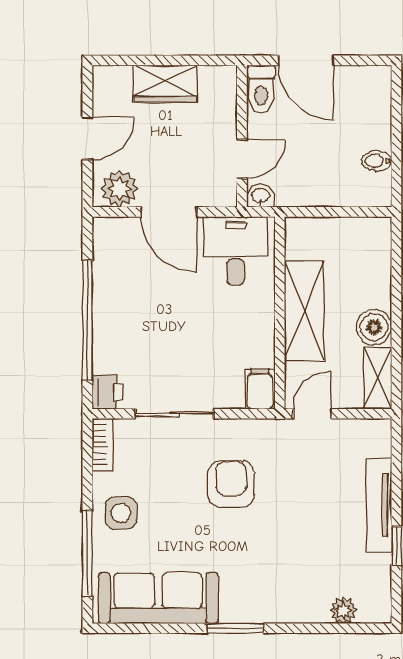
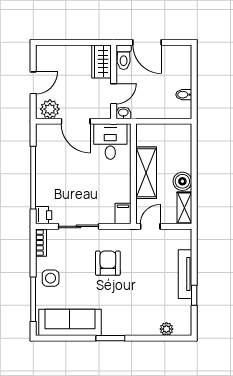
wardrobe: (165, 84) -> (101, 61), moved, turned 90

